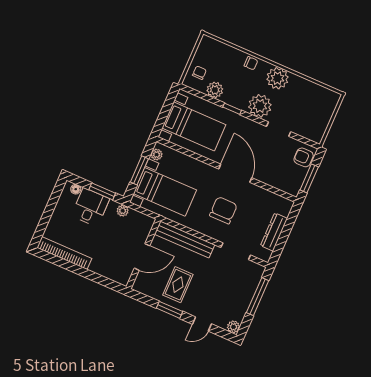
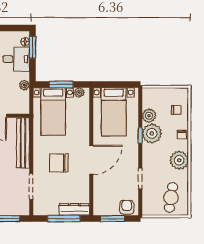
chair: (199, 73) -> (176, 110), moved
cafe table: (314, 105) -> (171, 197), added
plant: (260, 106) -> (152, 133), moved
window: (102, 191) -> (32, 47), moved
chair: (223, 210) -> (59, 163), turned 180
window: (286, 231) -> (64, 219), added
dresser: (274, 232) -> (74, 210), moved

